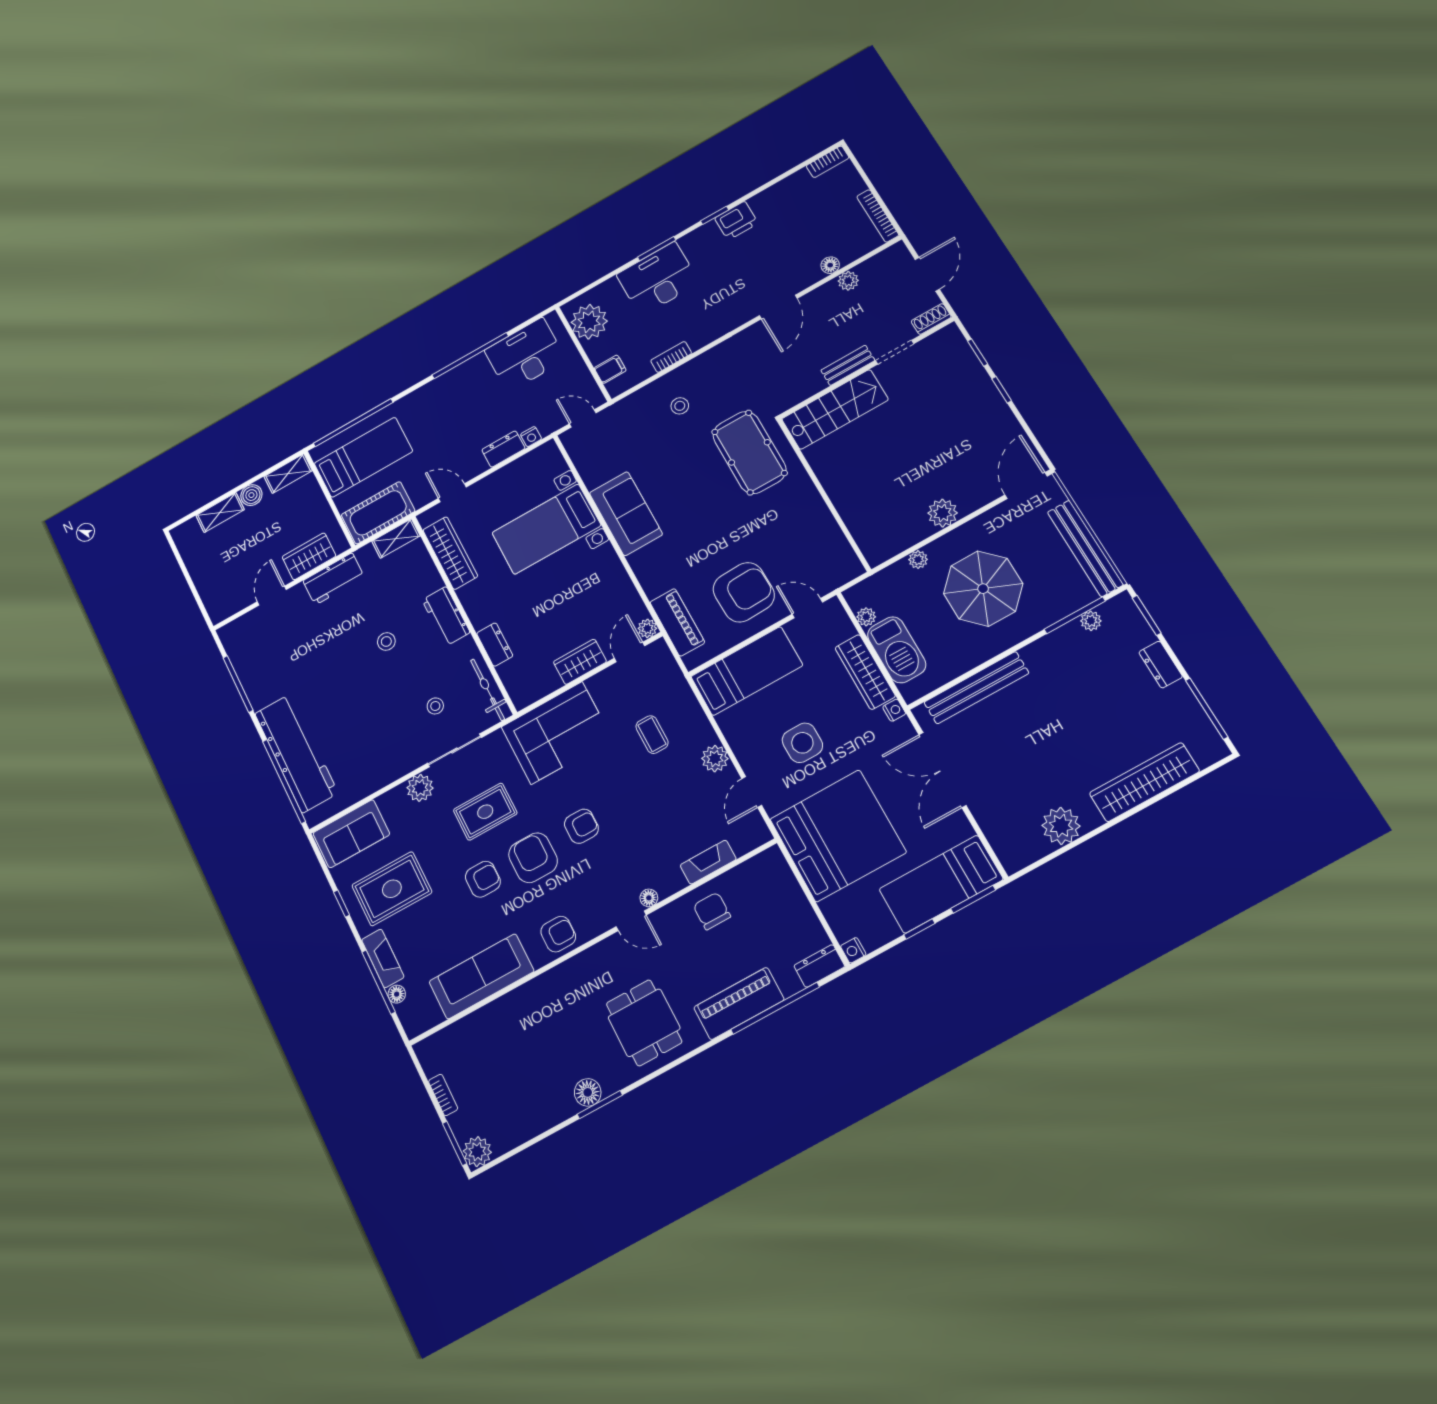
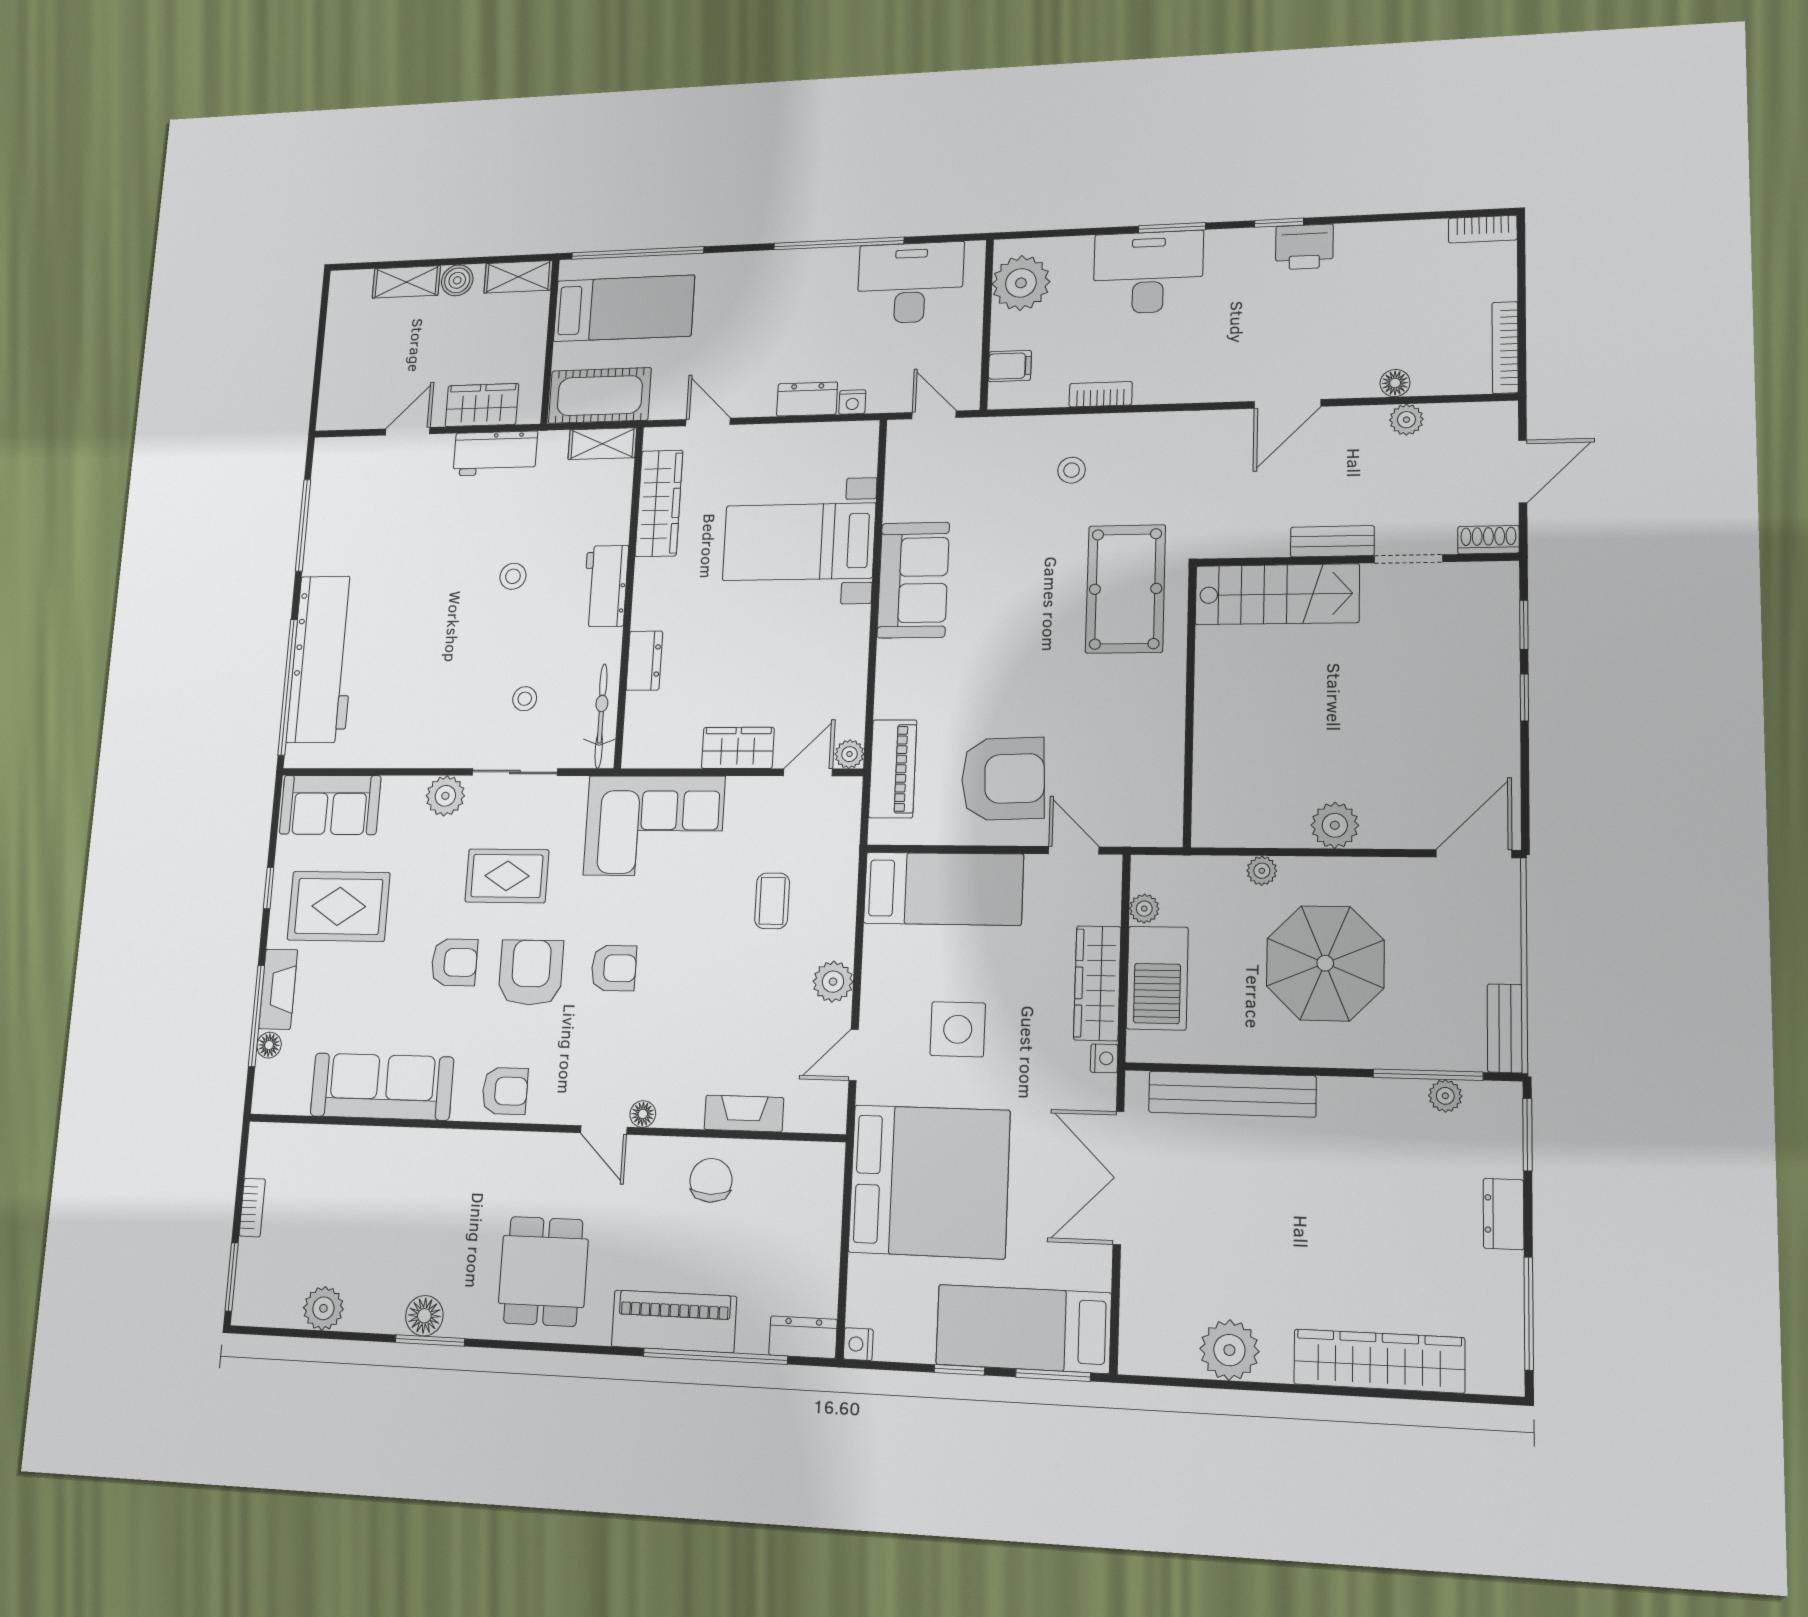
bench: (1085, 548) -> (1505, 1028), width x0.54, depth x0.82
plant: (477, 1152) -> (323, 1308), moved

